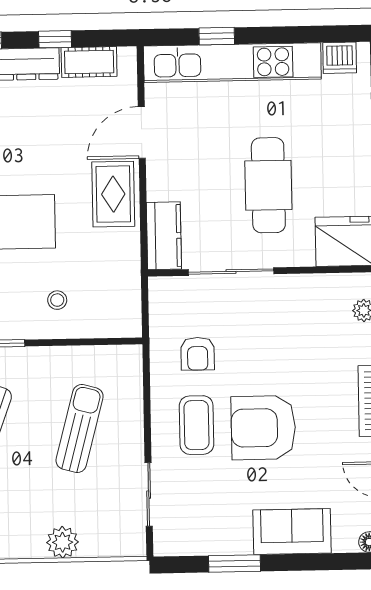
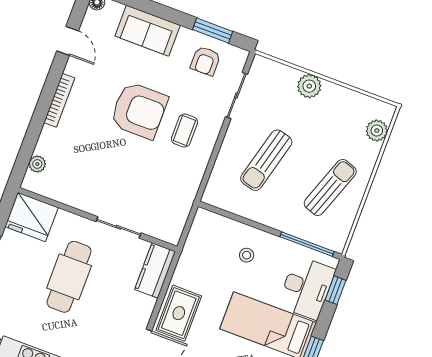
sliding door: (231, 272) -> (119, 227), width x0.73
armchair: (198, 354) -> (205, 61), moved, turned 180
coffee table: (196, 425) -> (184, 131), width x0.73, depth x0.77
window: (234, 563) -> (213, 31), moved

